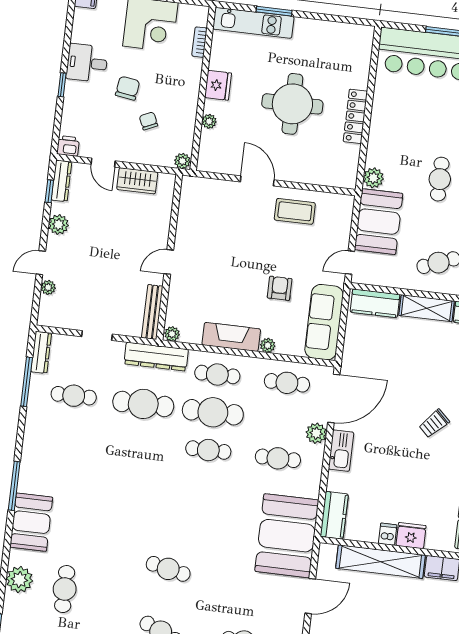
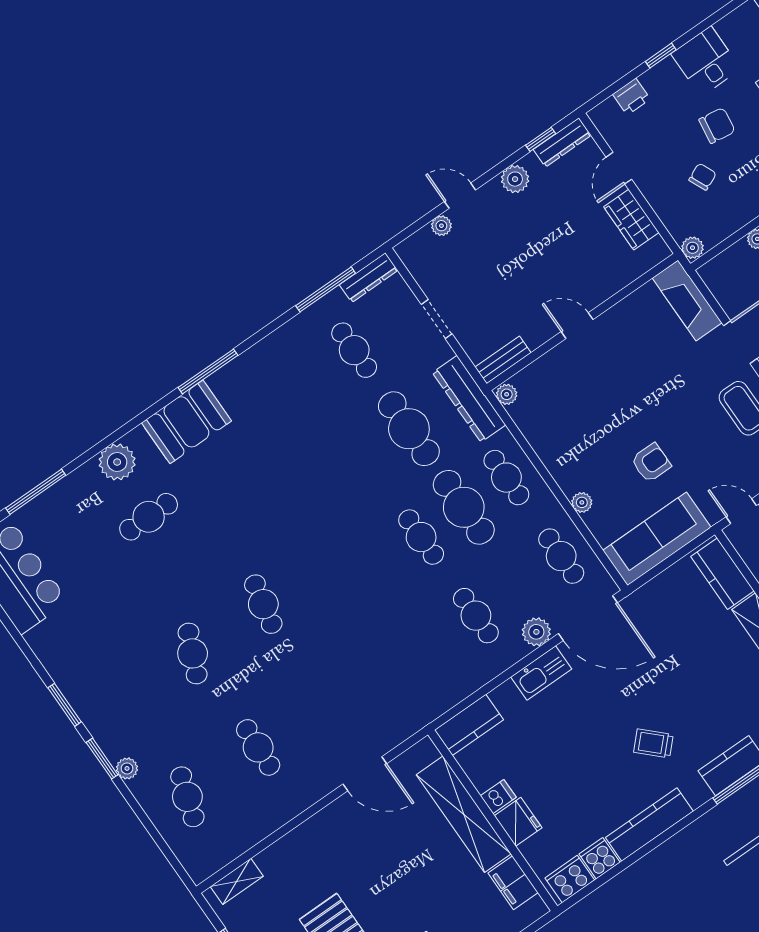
printer: (68, 146) -> (631, 97), moved, turned 90
bench: (152, 312) -> (503, 360), width x0.73
fireplace: (231, 337) -> (687, 300), moved, turned 180
booth: (287, 536) -> (405, 695), removed

